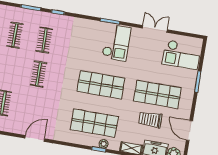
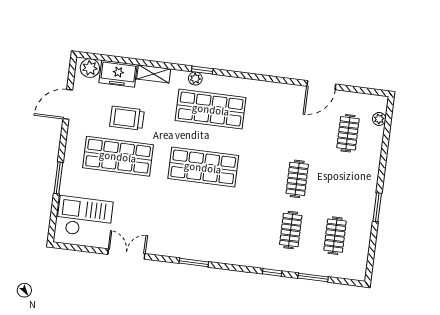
double door: (155, 29) -> (126, 254), swing flipped
checkout: (116, 43) -> (183, 231), removed
trolley: (150, 120) -> (127, 118), turned 180
door: (189, 130) -> (68, 104), swing flipped
door: (35, 138) -> (321, 85), moved

